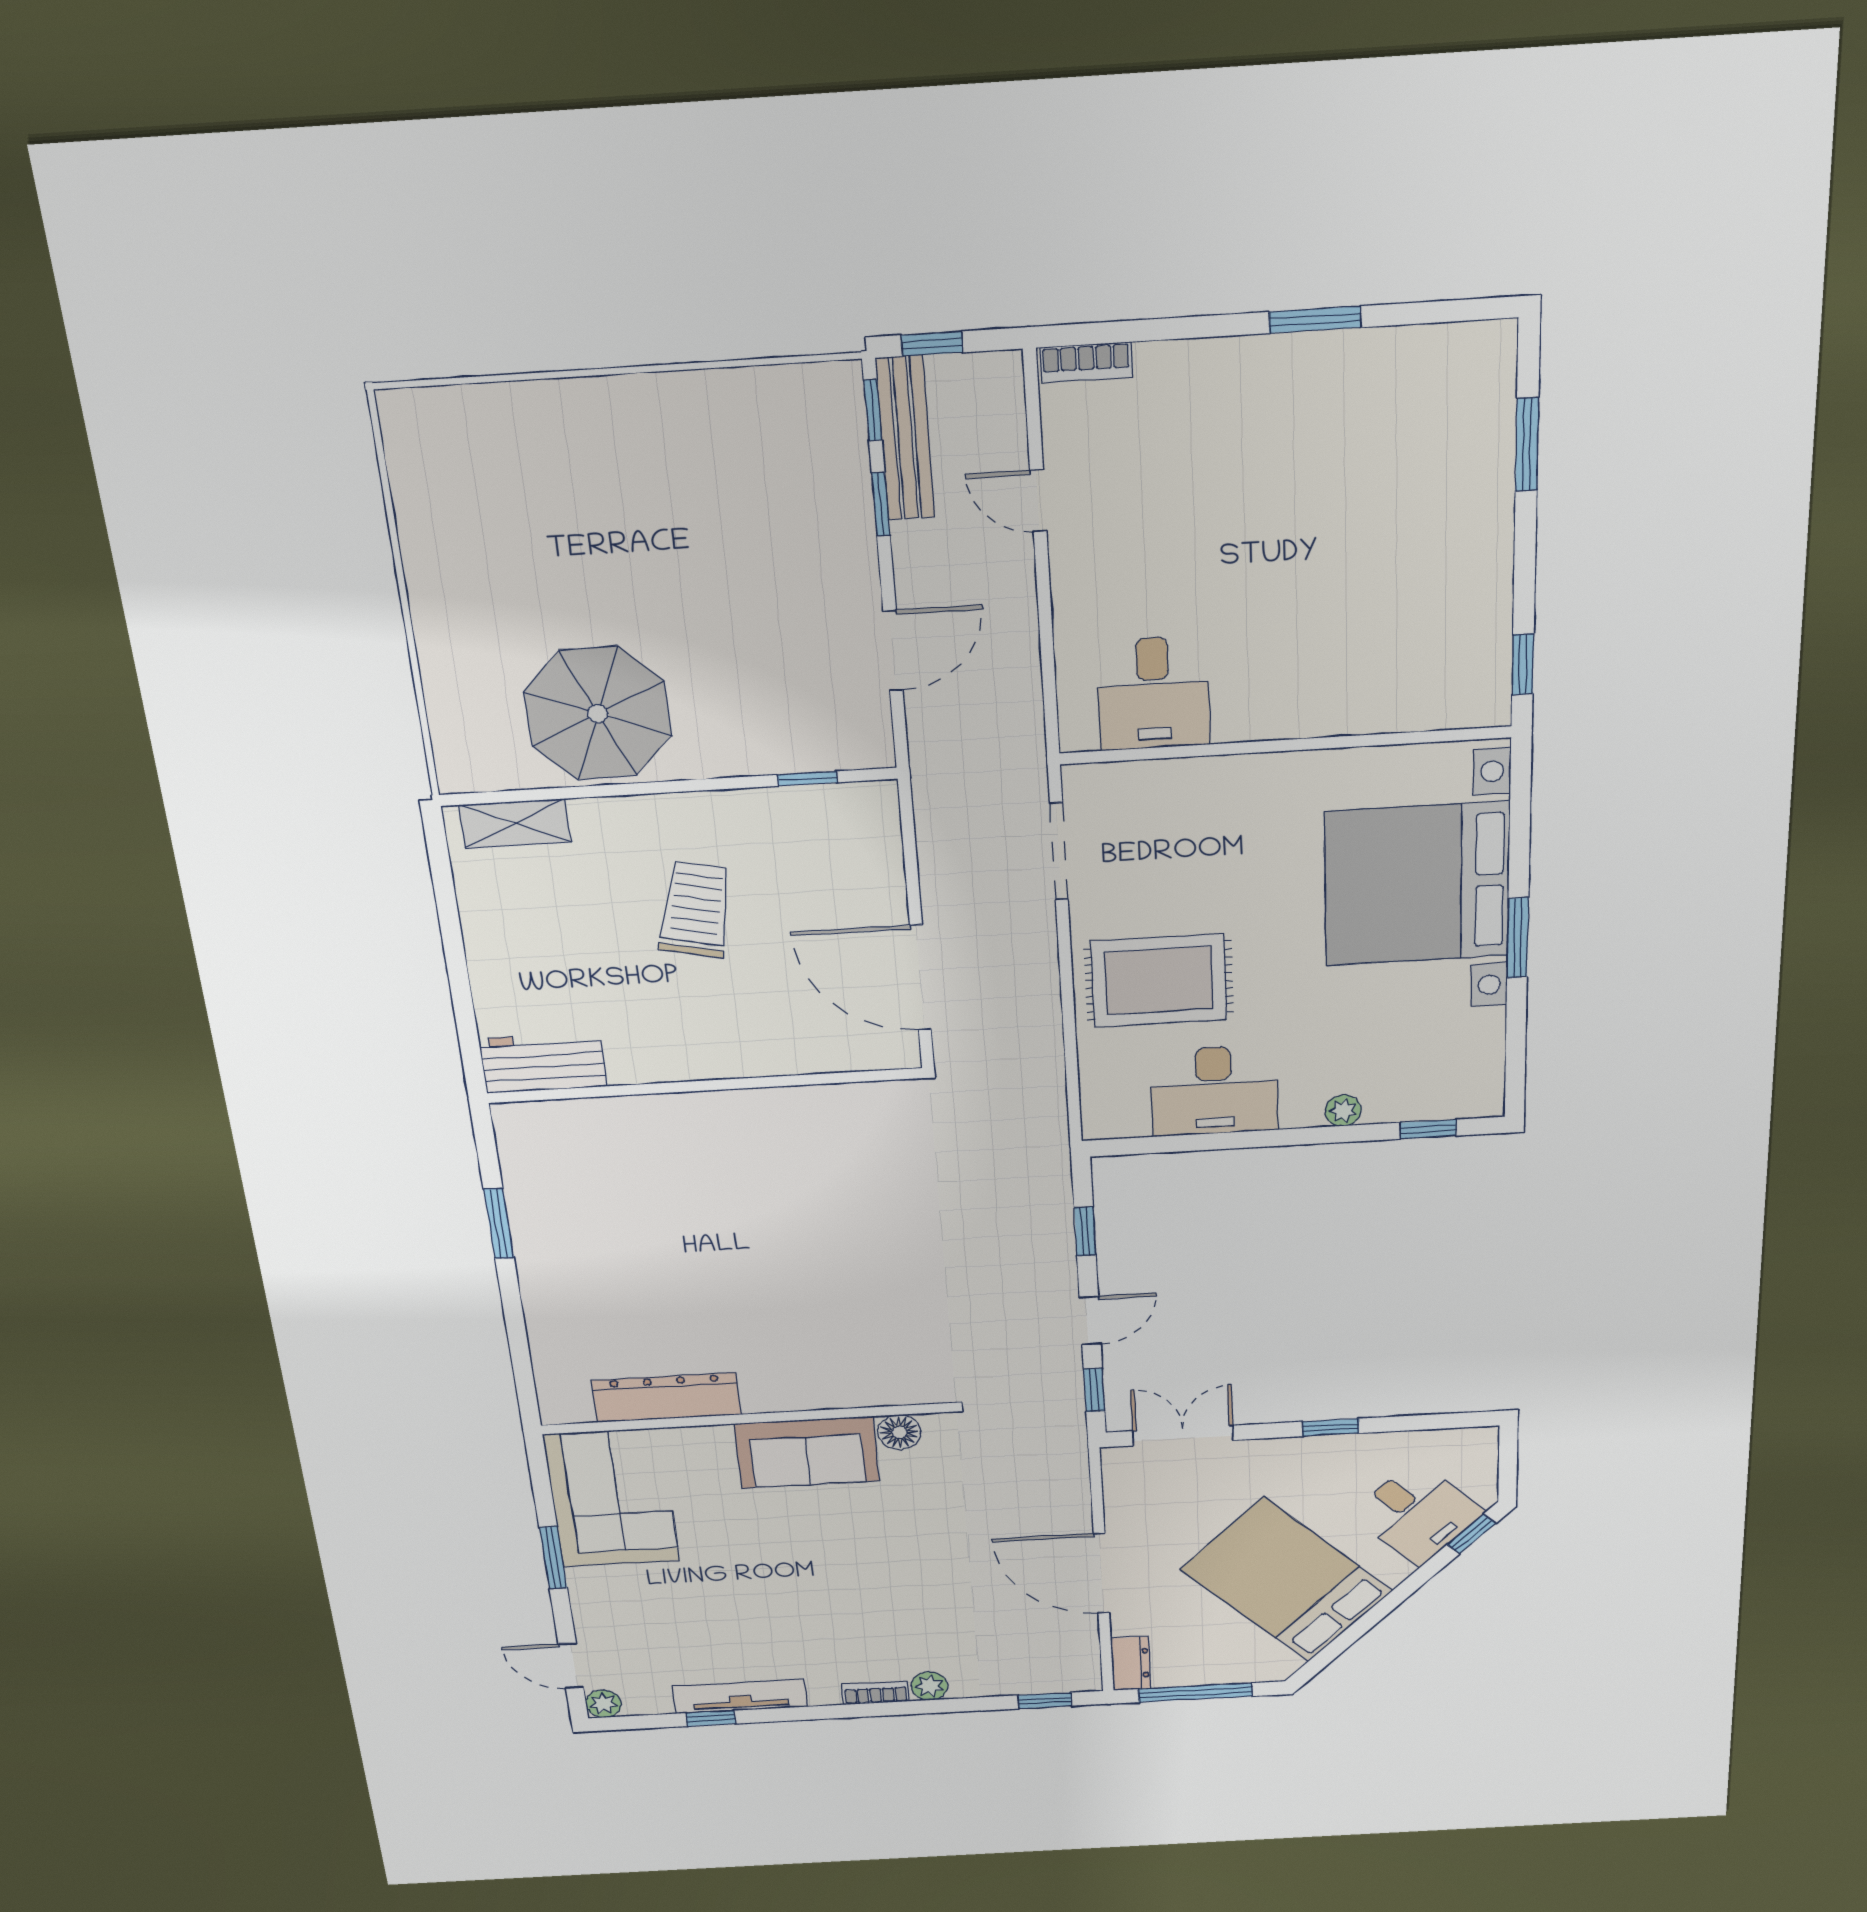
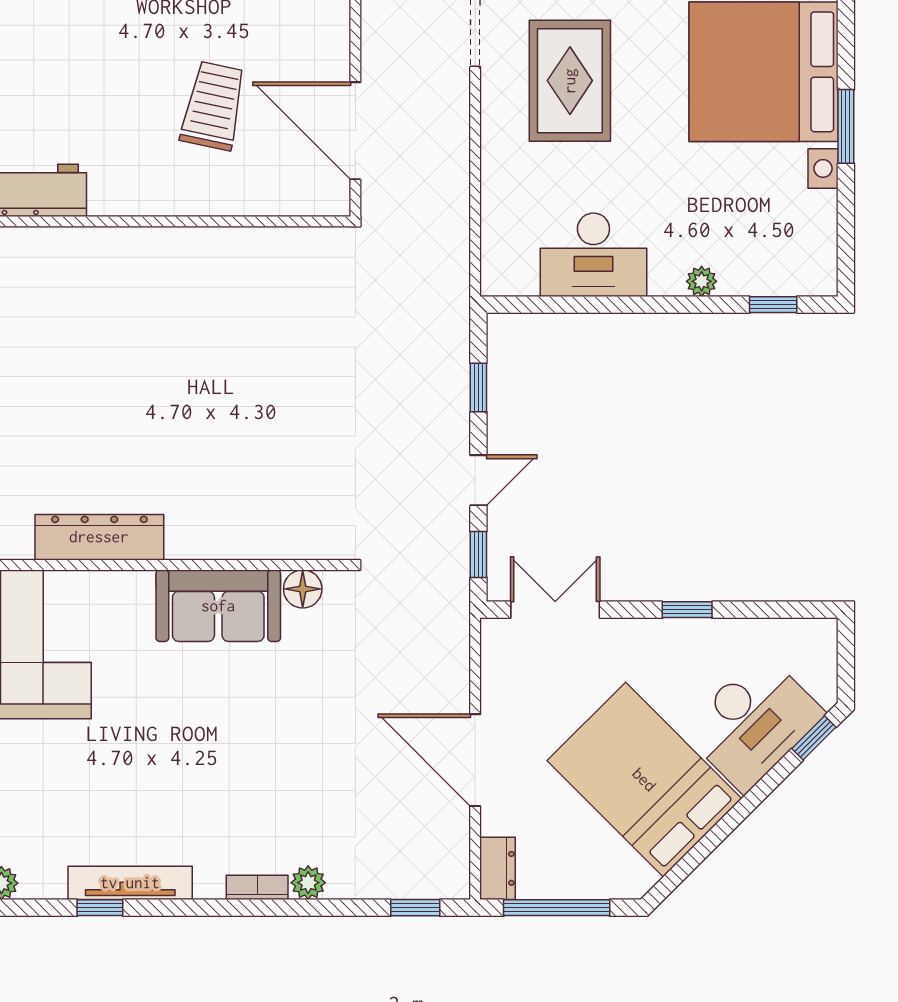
trolley: (696, 910) -> (213, 106), moved
rug: (1159, 981) -> (570, 81), moved, turned 90
desk: (1417, 1513) -> (753, 722), width x1.37

